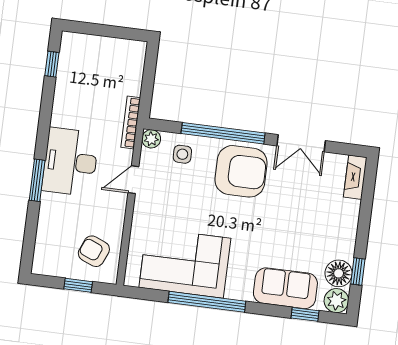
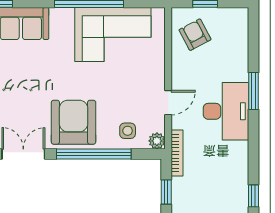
window: (148, 81) -> (166, 192), added
armchair: (241, 171) -> (74, 122), turned 90
armchair: (94, 251) -> (195, 35), turned -140

